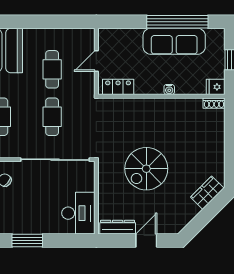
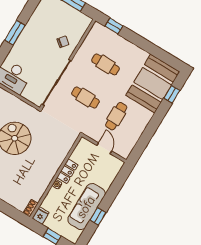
window: (177, 22) -> (98, 216), width x0.32
cafe table: (52, 69) -> (116, 116), turned 90
locker: (118, 87) -> (67, 171), moved

